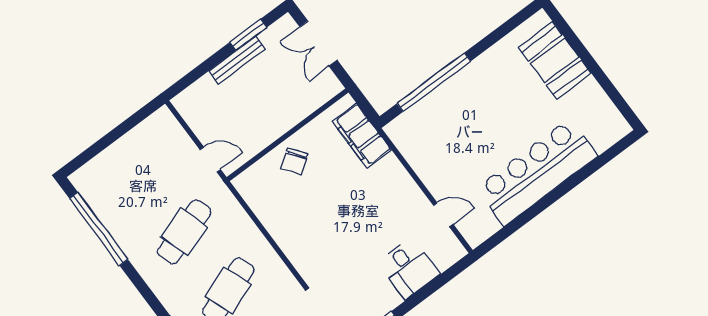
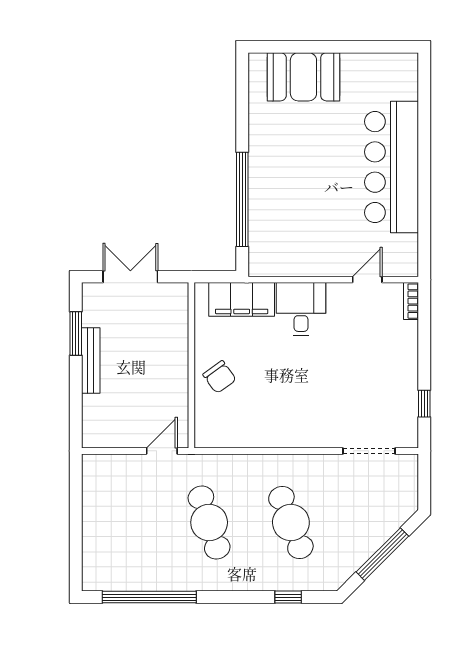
double door: (318, 43) -> (130, 277), swing flipped
bookcase: (451, 258) -> (411, 301), added
desk: (409, 268) -> (301, 309), moved, turned -90

